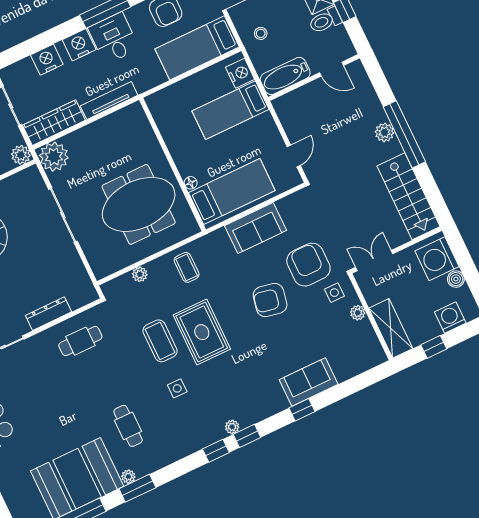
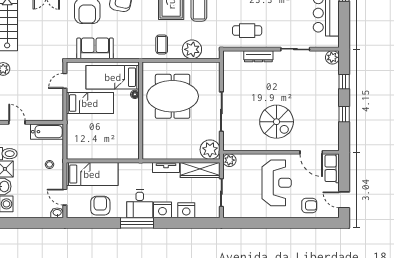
nightstand: (240, 73) -> (73, 146), removed
tv unit: (109, 101) -> (166, 168), width x0.71
bed: (230, 110) -> (90, 103), moved
sofa: (255, 228) -> (95, 48), moved
plant: (140, 274) -> (192, 49), width x1.88, depth x1.88

